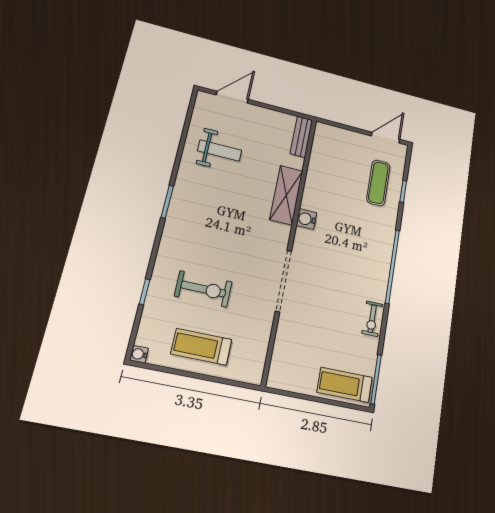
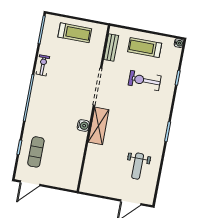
bench: (301, 137) -> (111, 48), moved
weight bench: (220, 151) -> (138, 166), turned -90
shelving: (286, 195) -> (99, 126), moved
treadmill: (201, 347) -> (145, 48), turned 180
treadmill: (345, 385) -> (75, 33), moved

